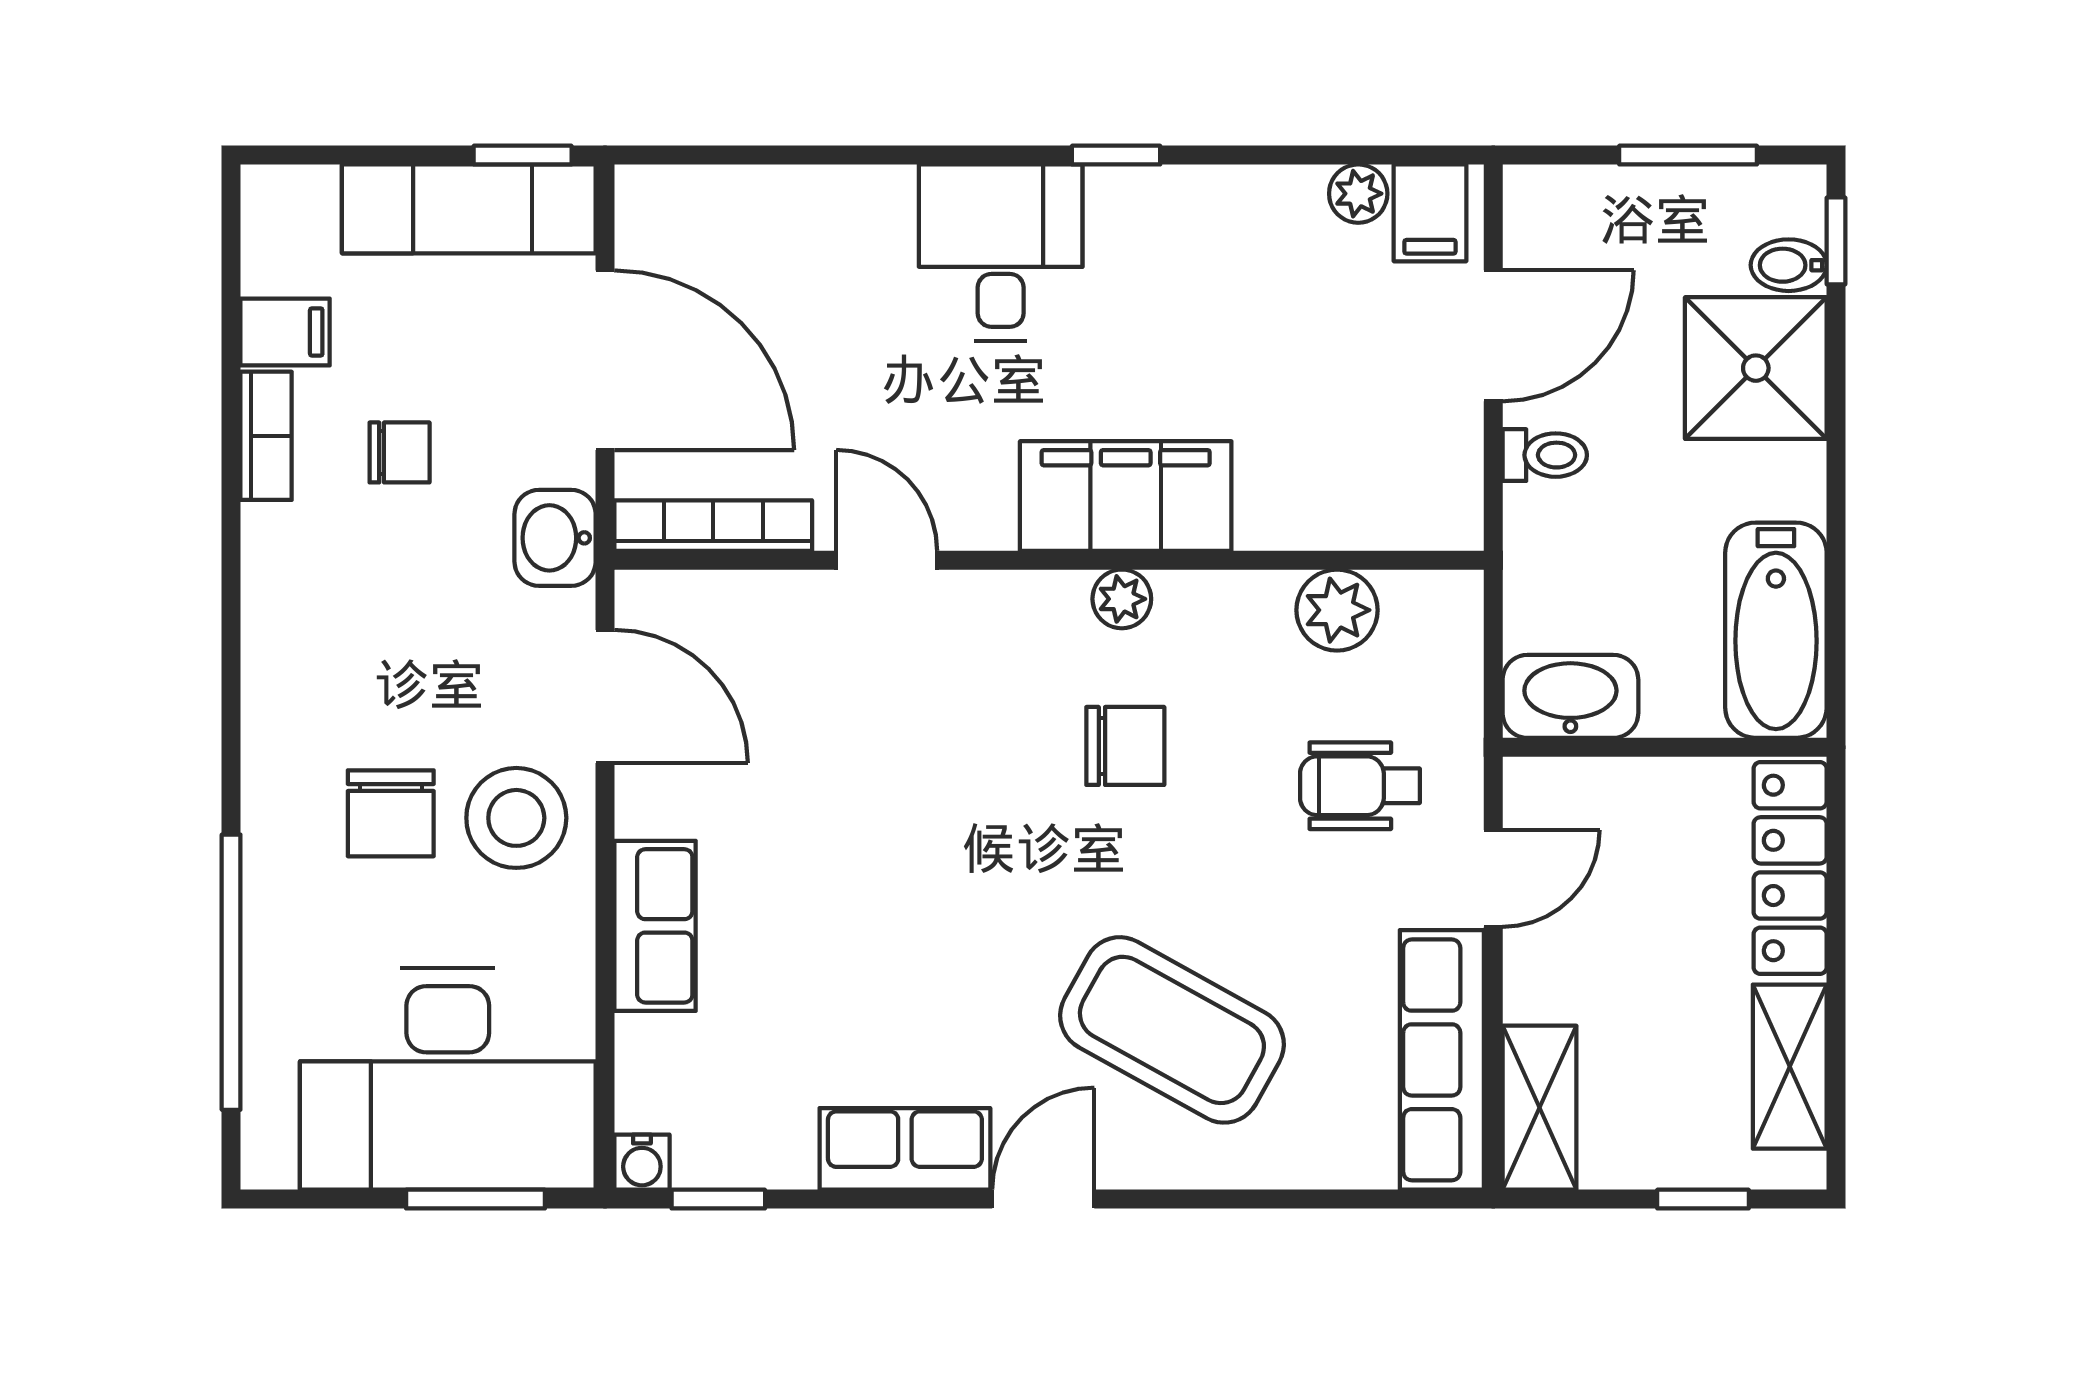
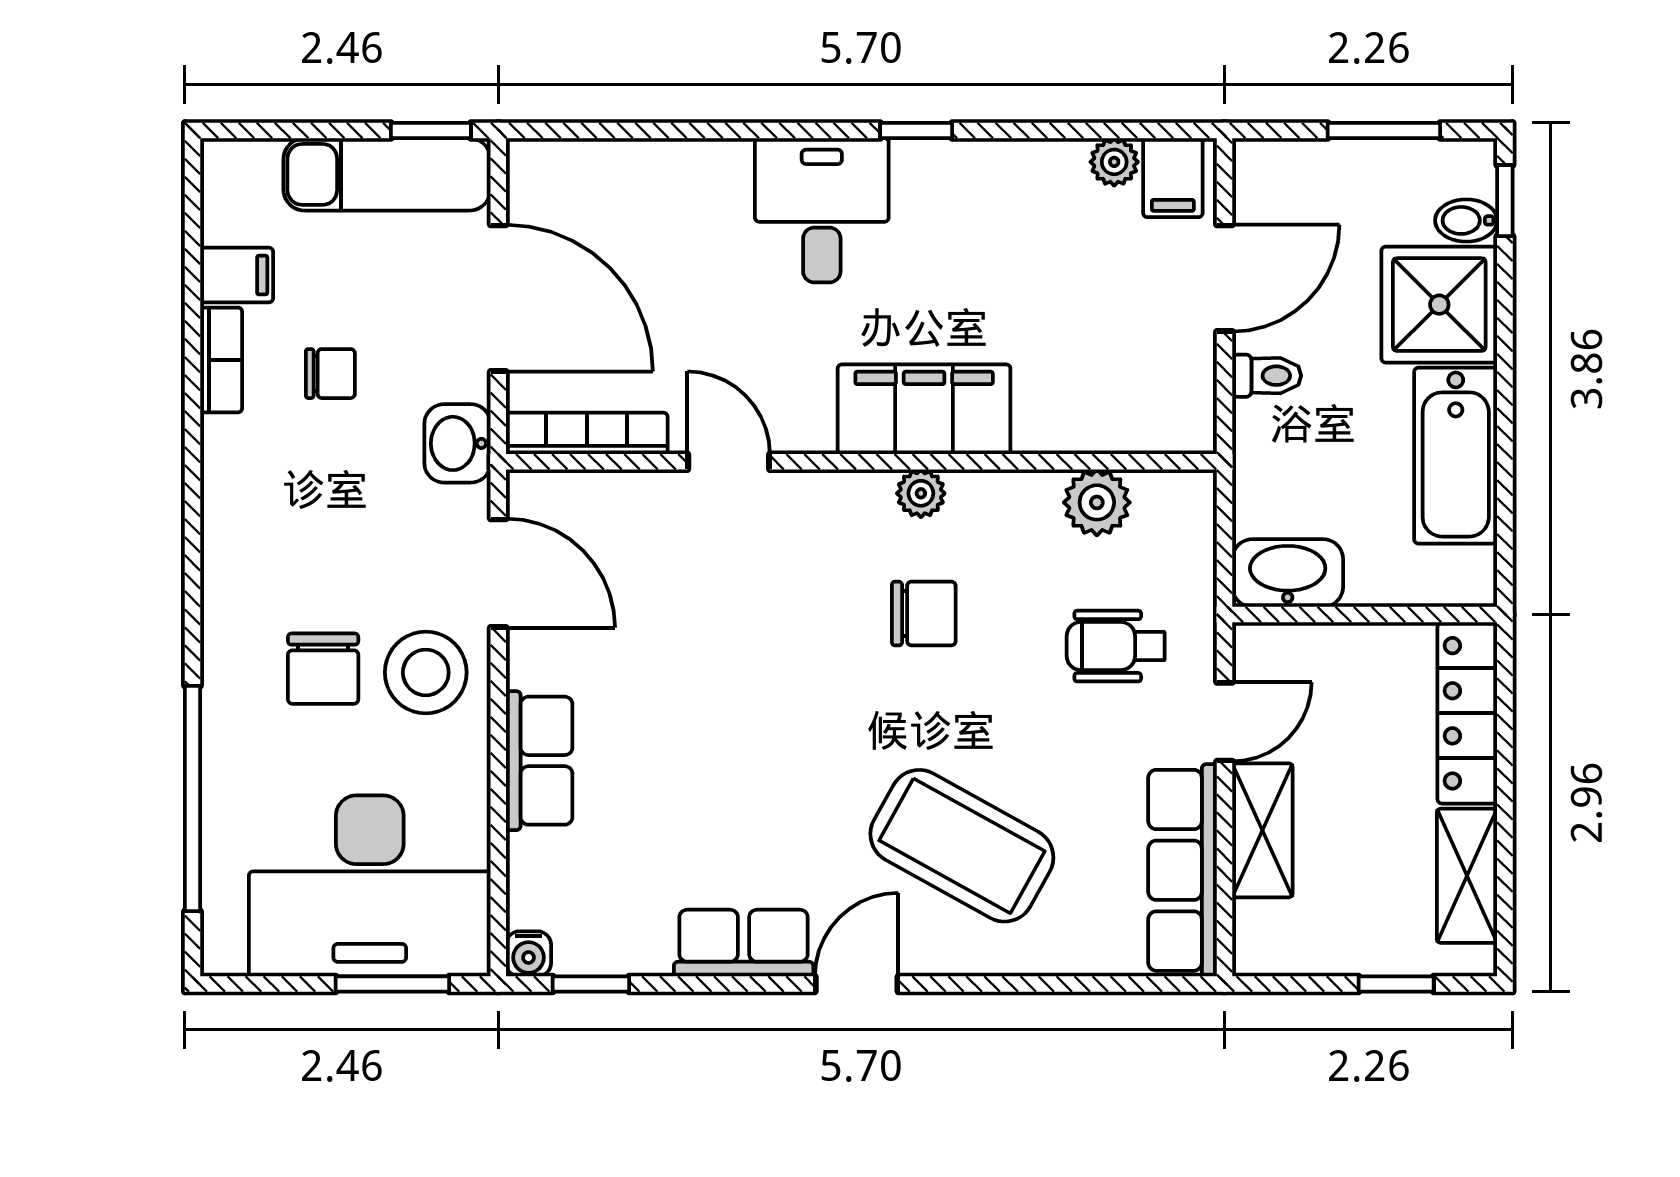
bathtub: (1776, 630) -> (1456, 456), moved
shelving: (1539, 1108) -> (1262, 830), moved

